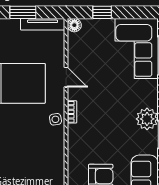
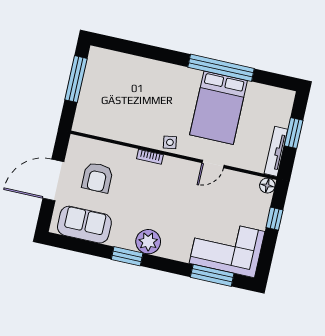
bookcase: (72, 112) -> (150, 157), moved

